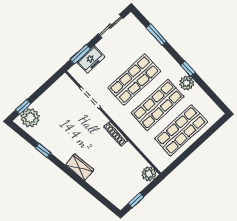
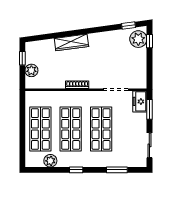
freezer: (91, 59) -> (140, 101), moved
plant: (187, 83) -> (50, 161), moved
window: (43, 151) -> (129, 25), moved
wardrobe: (80, 167) -> (71, 42), width x1.50
plant: (149, 174) -> (31, 70), moved

